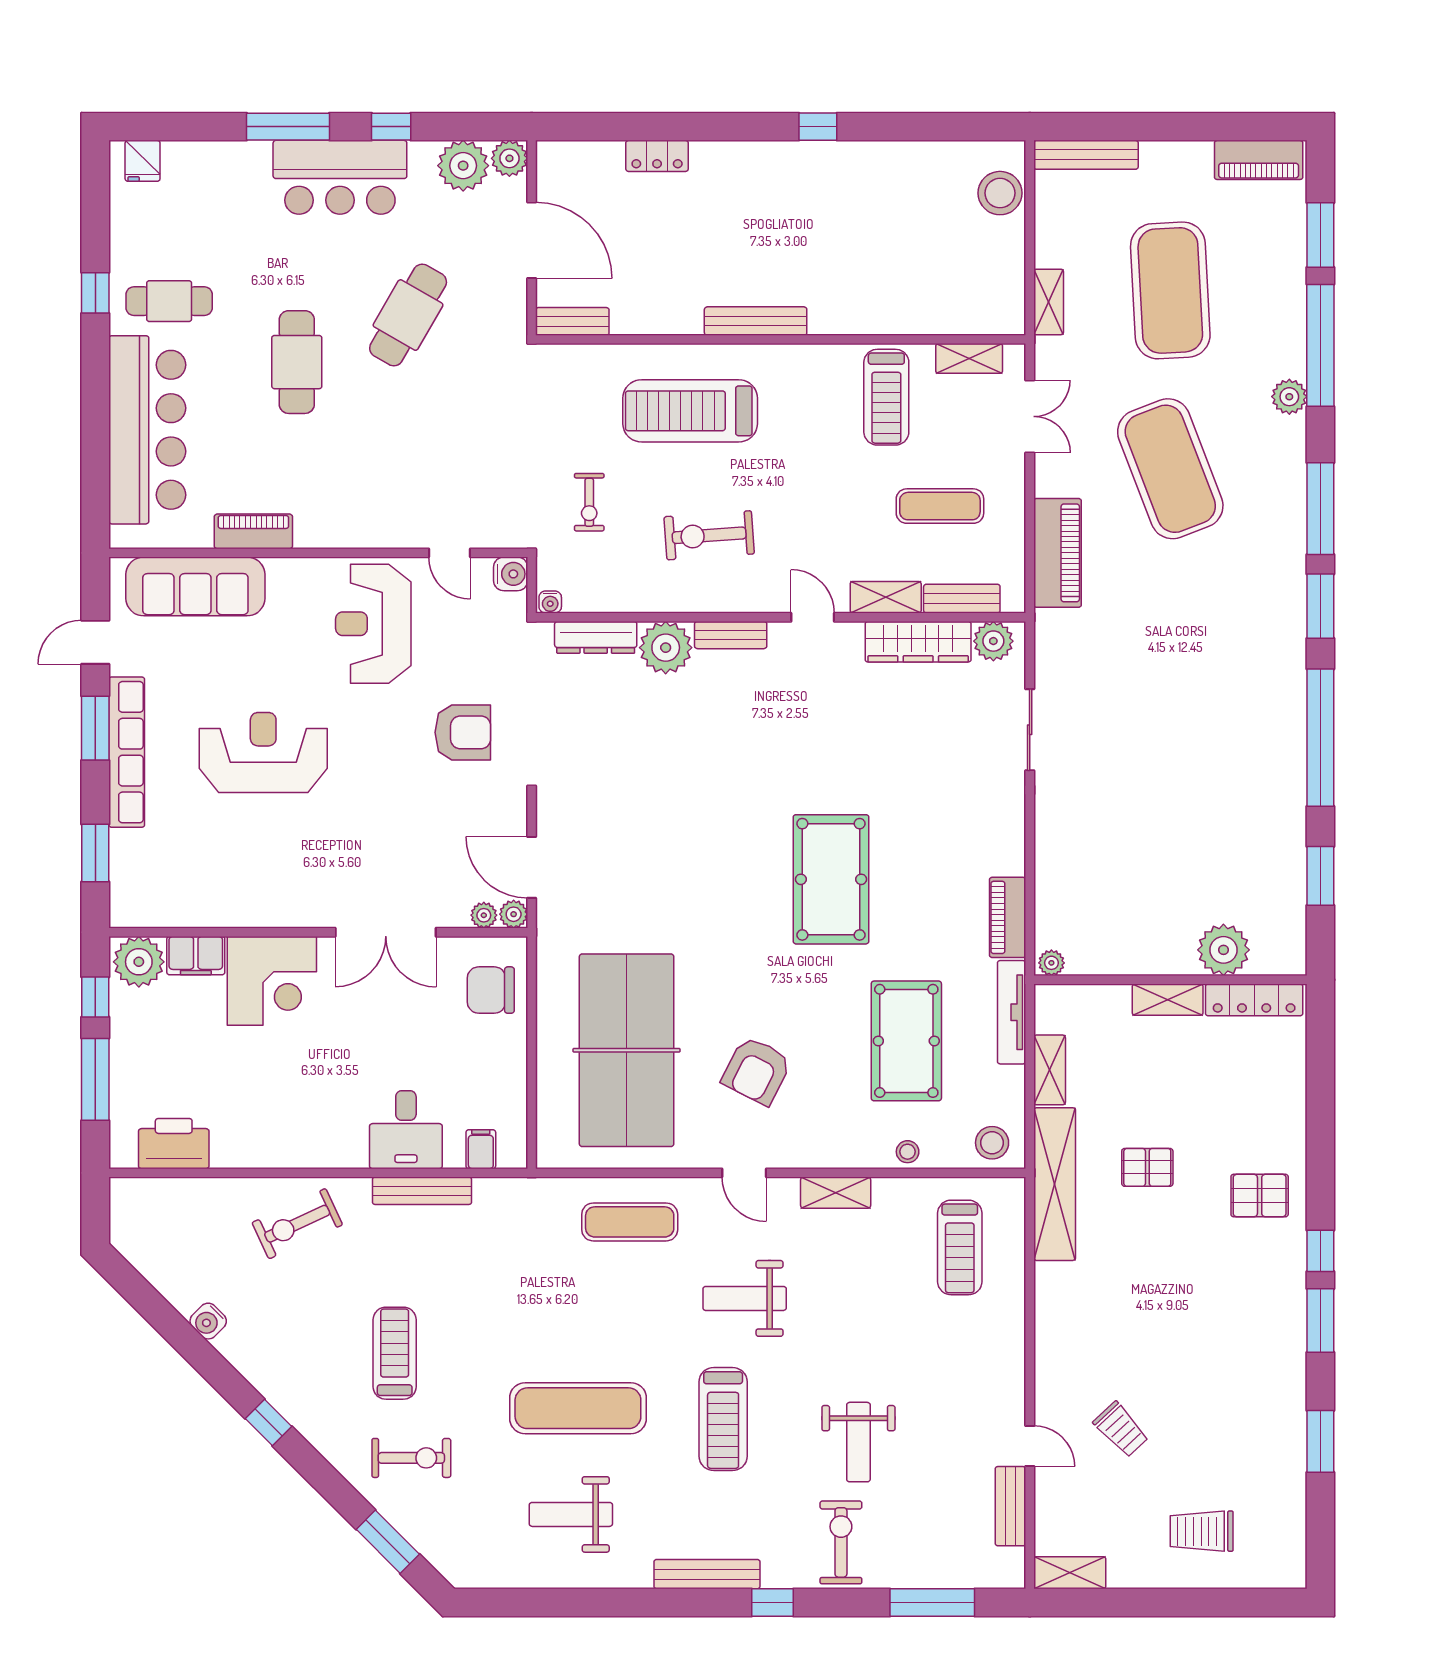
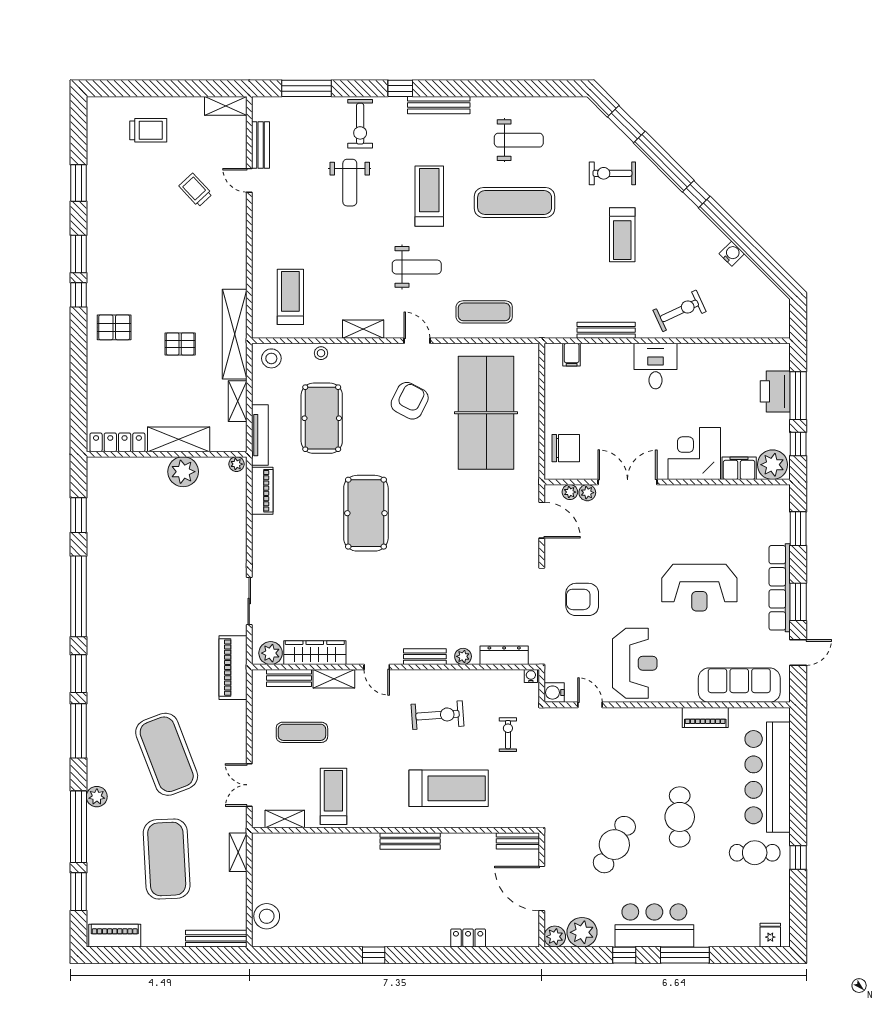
piano: (1057, 553) -> (233, 668), moved
plant: (666, 648) -> (463, 656), width x0.53, depth x0.53
plant: (514, 914) -> (587, 493), moved
plant: (1223, 950) -> (183, 472), moved
shelving: (1168, 1000) -> (179, 439), width x1.50, depth x1.33
desk: (406, 1130) -> (656, 366), moved
printer: (174, 1144) -> (775, 391), moved, turned 90
weight bench: (858, 1442) -> (350, 183), turned 180

